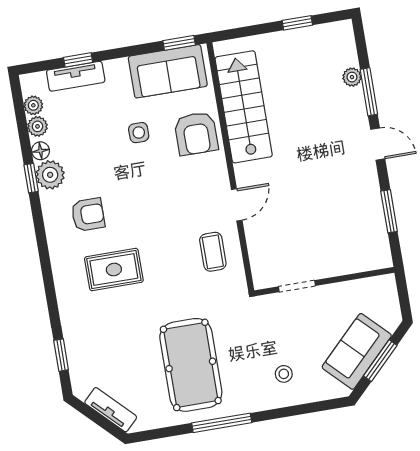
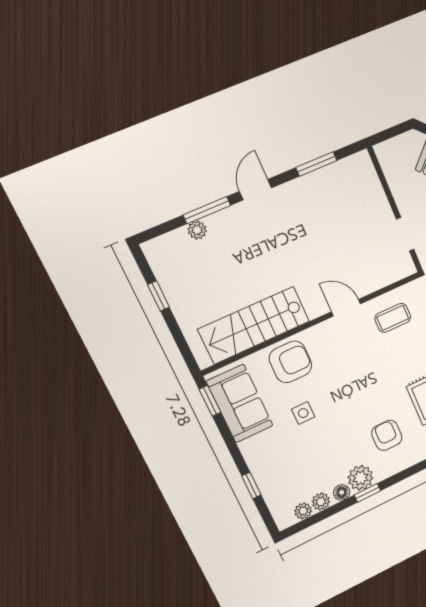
tv unit: (76, 76) -> (267, 483), removed

